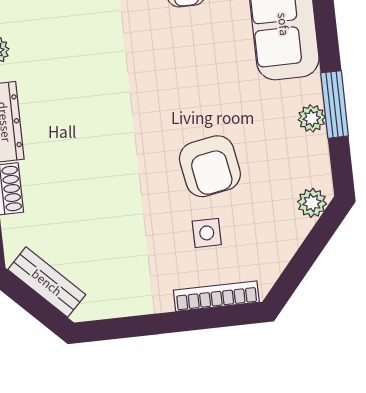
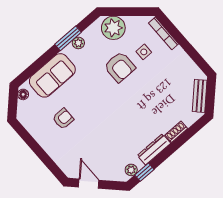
armchair: (210, 166) -> (120, 67), turned 100
plant: (312, 203) -> (113, 28), width x1.87, depth x1.87

